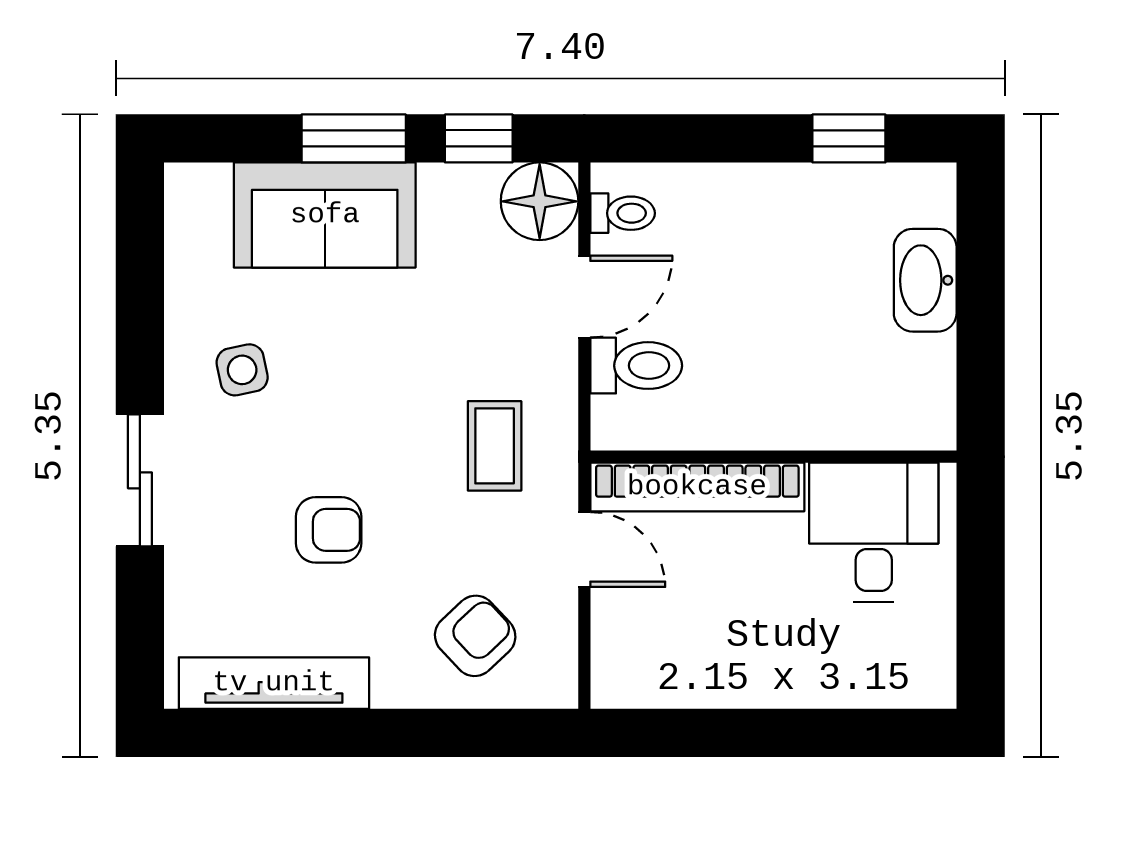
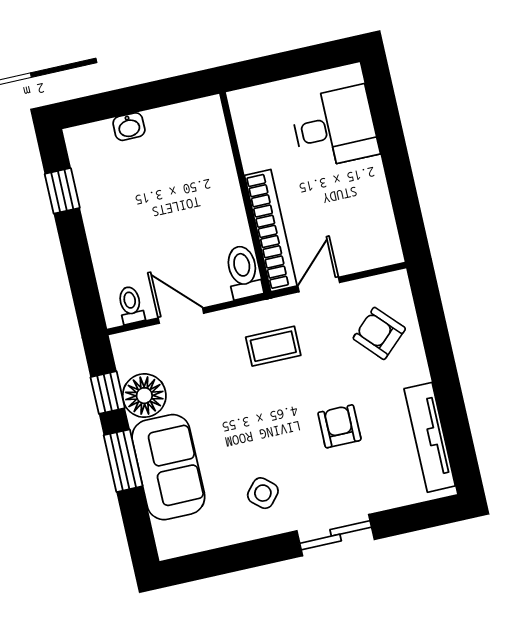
floor lamp: (540, 201) -> (144, 396), moved
washbasin: (925, 280) -> (129, 127), width x0.52, depth x0.69
toilet: (636, 366) -> (243, 272), moved
side table: (242, 370) -> (263, 493), turned -37
desk: (874, 532) -> (335, 127), moved, turned 180

